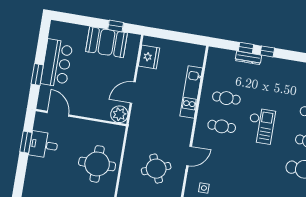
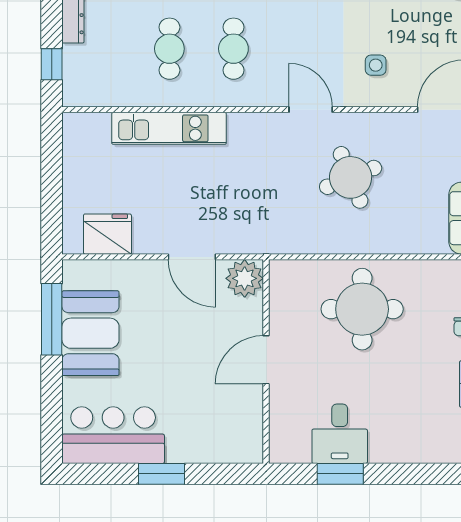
window: (116, 26) -> (52, 319), width x2.17
window: (246, 48) -> (52, 64), moved
bar counter: (57, 63) -> (113, 435), moved
window: (37, 74) -> (161, 474), moved
door: (58, 114) -> (266, 360), moved

